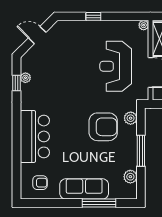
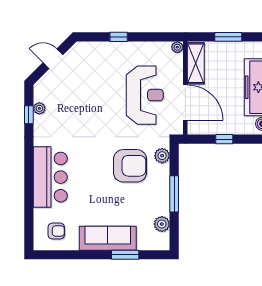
reception desk: (116, 66) -> (145, 95), turned 180
window: (99, 203) -> (125, 255), width x0.69

